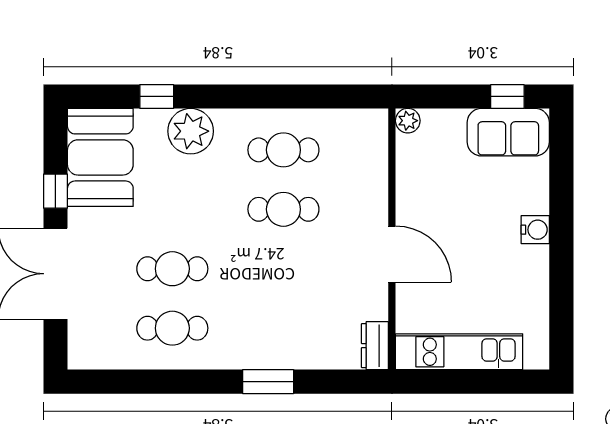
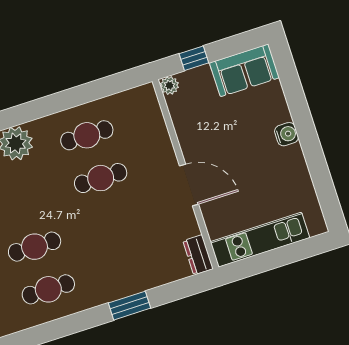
window: (507, 96) -> (194, 58), moved

